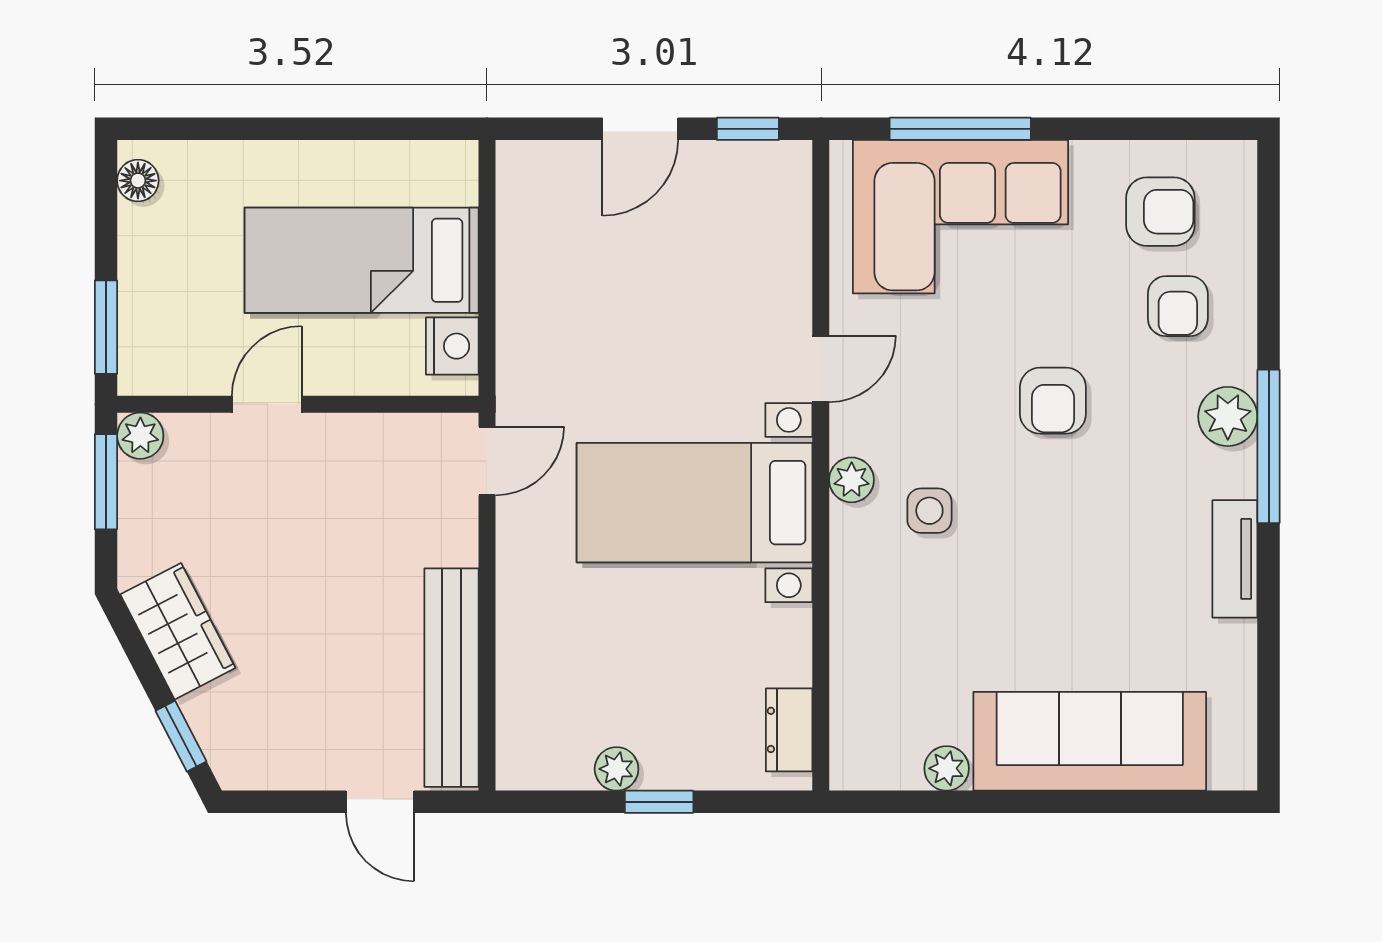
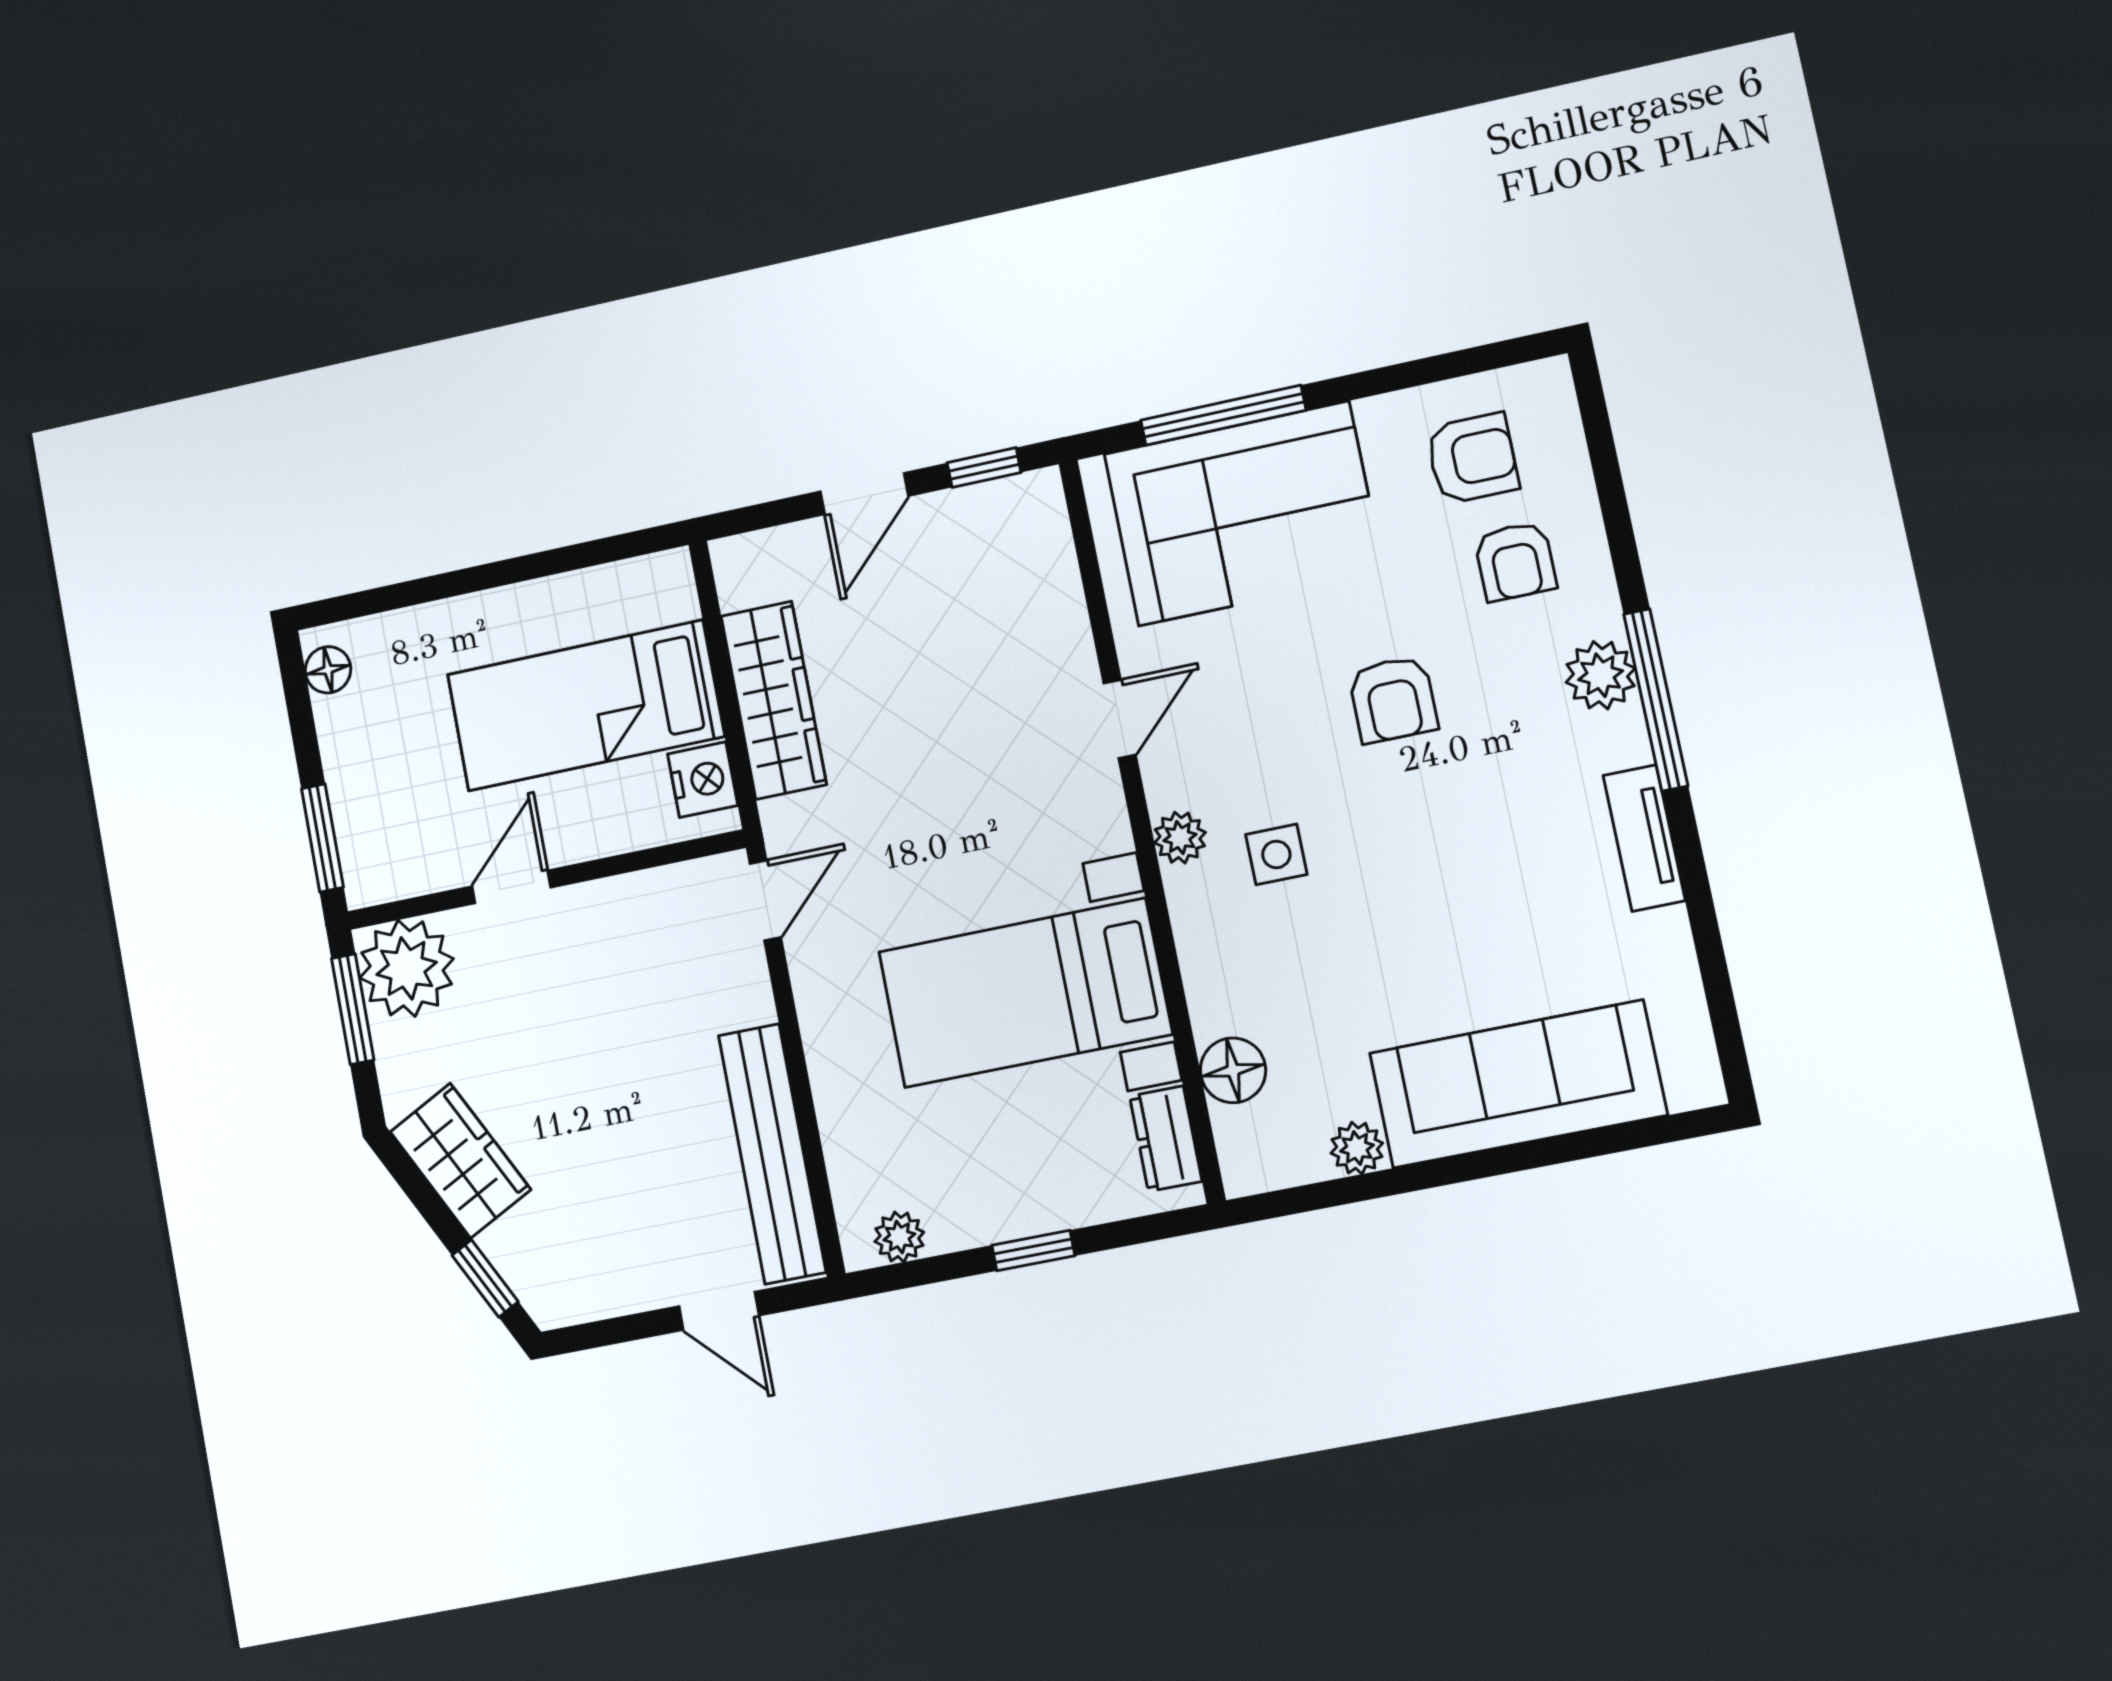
wardrobe: (527, 290) -> (774, 700), added
plant: (140, 436) -> (407, 968), width x1.88, depth x1.88
bed with nightstands: (695, 503) -> (1025, 993), moved
floor lamp: (857, 684) -> (1233, 1070), added
plant: (617, 769) -> (899, 1237), moved

